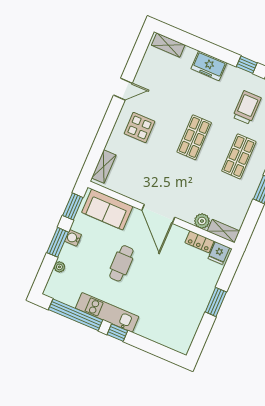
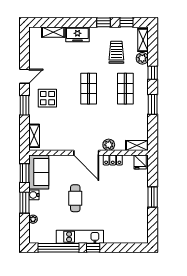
shelving: (168, 45) -> (53, 32), moved
window: (108, 124) -> (24, 105), added
sofa: (107, 209) -> (39, 172), moved, turned -90
plant: (202, 221) -> (109, 145), moved
locker: (200, 242) -> (113, 160), moved

